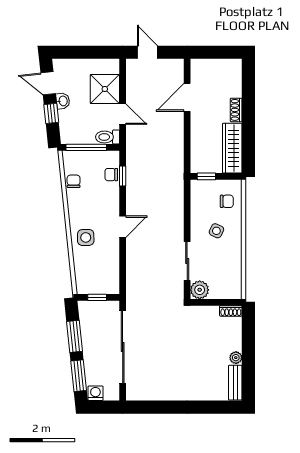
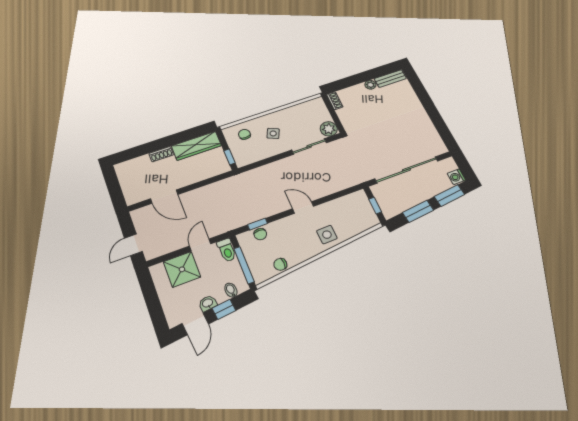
bidet: (67, 126) -> (231, 290), added

